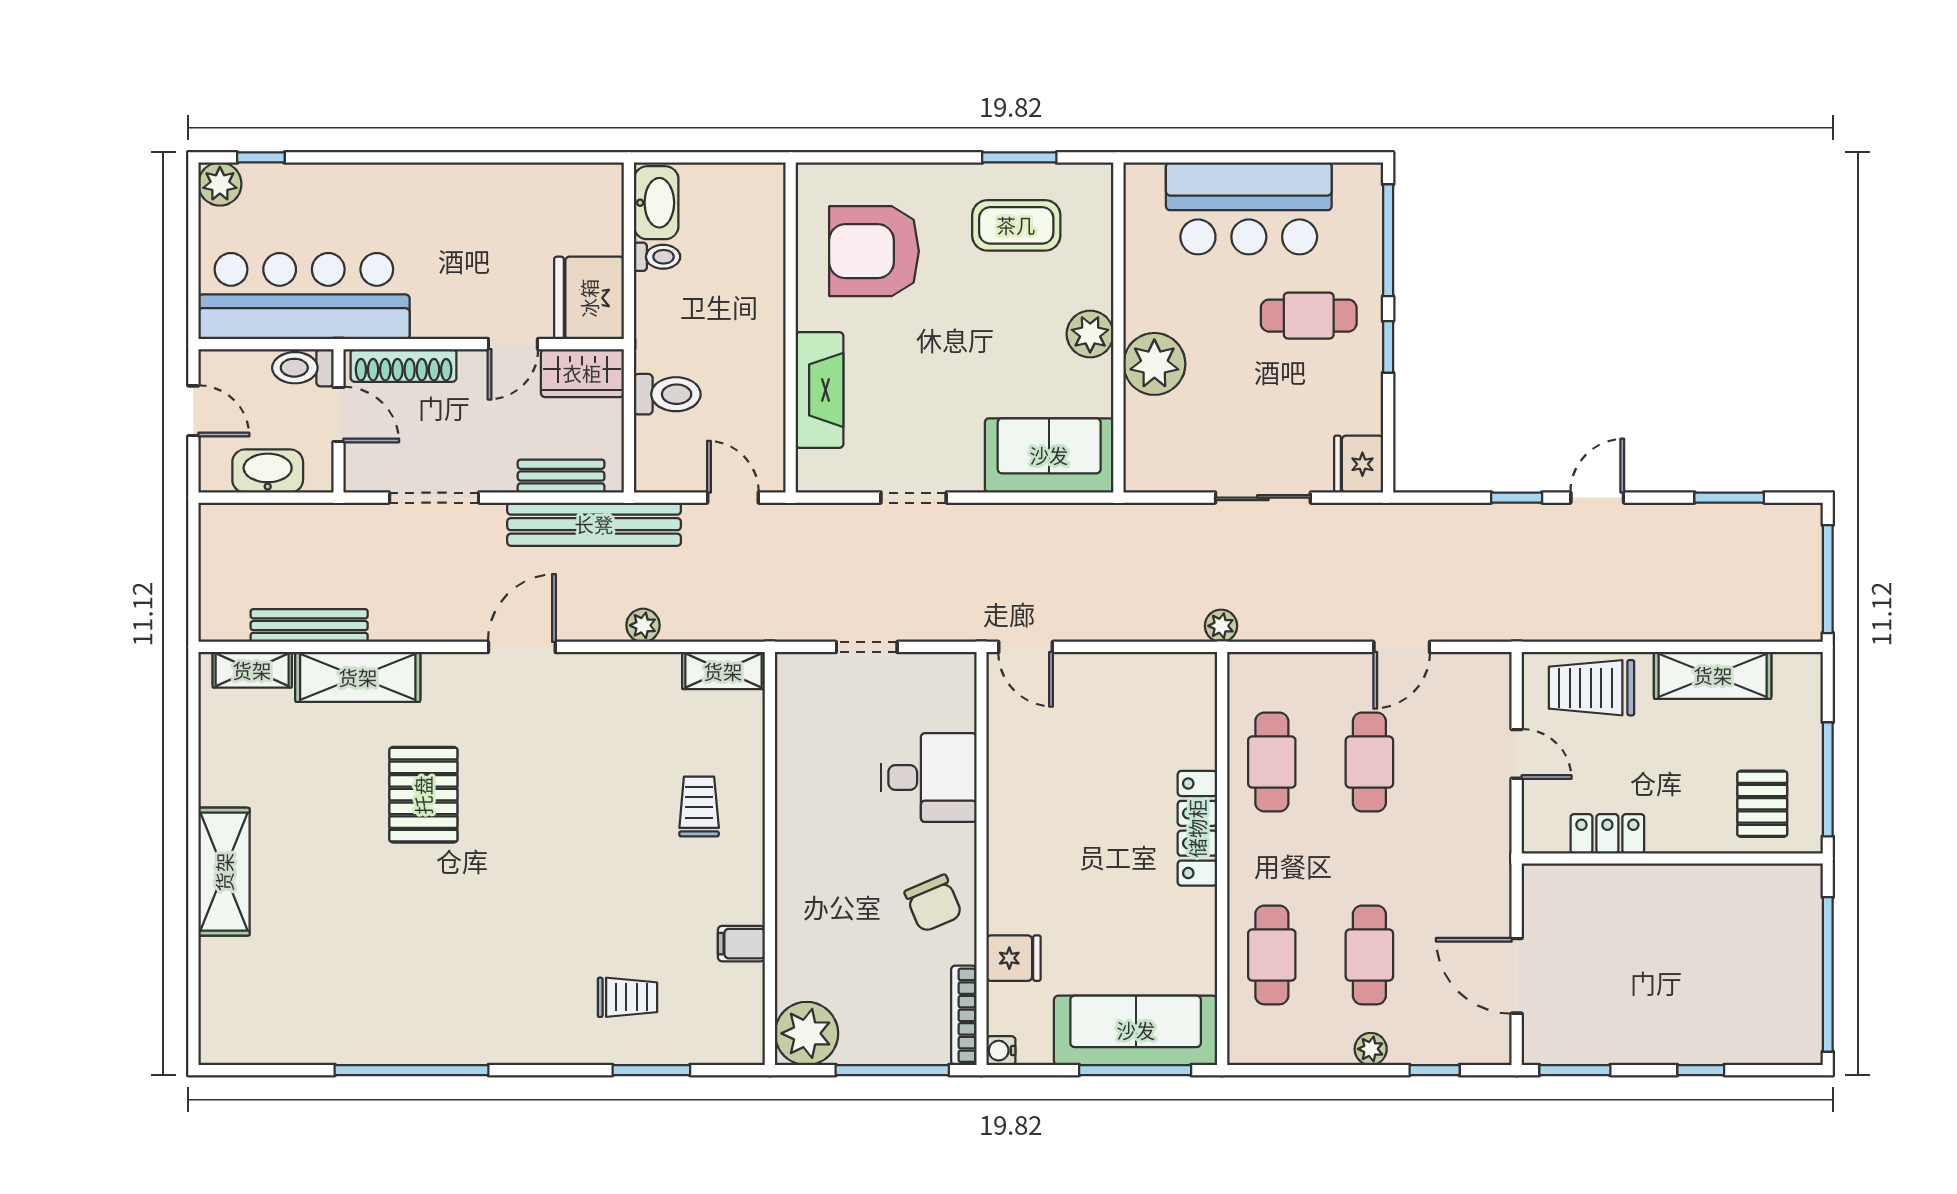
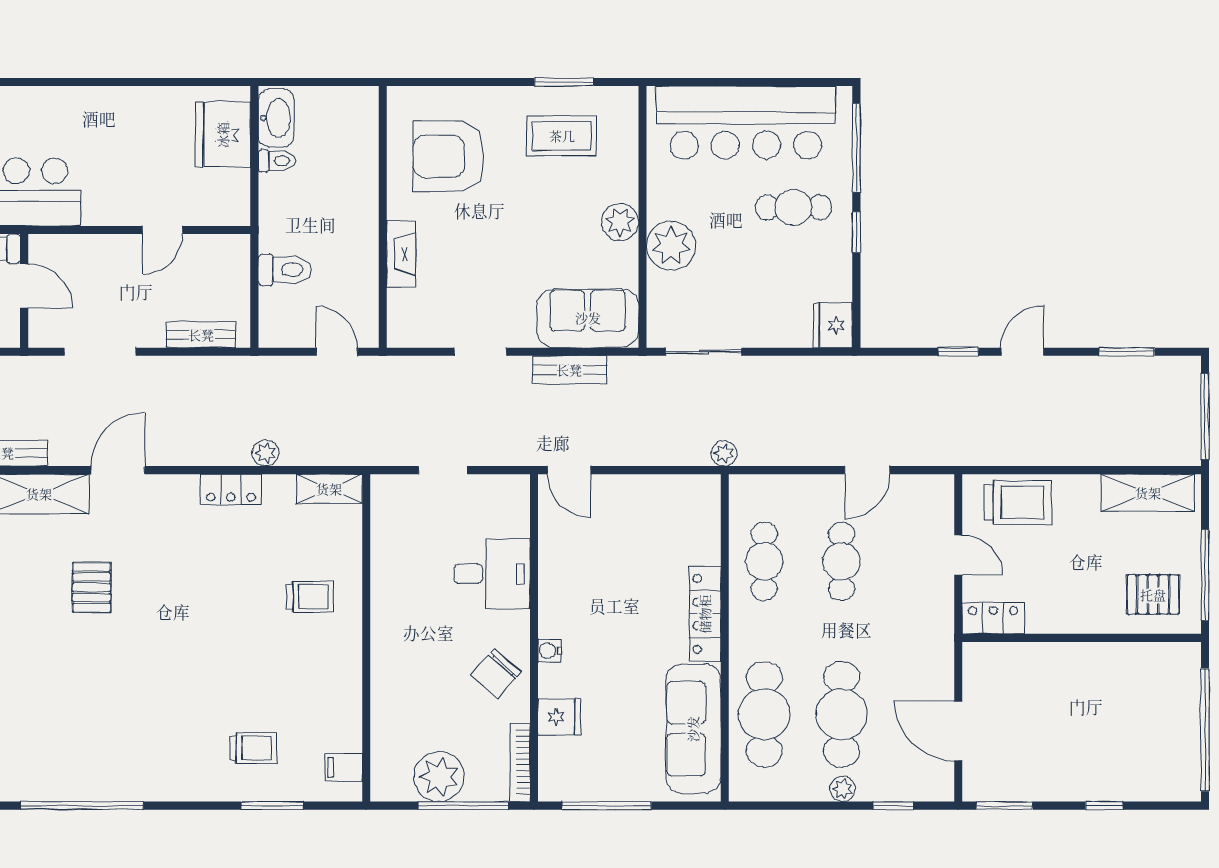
bar counter: (1249, 208) -> (746, 122), width x1.36
fridge: (589, 298) -> (223, 135), moved
shoe rack: (404, 365) -> (76, 247), removed
wardrobe: (582, 373) -> (218, 253), removed
fireplace: (820, 390) -> (401, 254), width x0.73, depth x0.76
sliding door: (1263, 498) -> (704, 352), moved
bench: (594, 524) -> (569, 370), moved, width x0.54, depth x0.82
door: (522, 647) -> (118, 470), moved
locker: (599, 671) -> (231, 489), added
shelving: (1713, 675) -> (1148, 493), moved
trolley: (1592, 688) -> (1018, 502), turned 180
pallet: (423, 795) -> (92, 587), width x0.67, depth x0.71
pallet: (1762, 804) -> (1153, 595), turned 90
trolley: (699, 806) -> (310, 597), turned 90
locker: (1607, 834) -> (993, 618), moved
chair: (933, 903) -> (496, 674), turned 65
filing cabinet: (741, 944) -> (344, 767), moved
cafe table: (1272, 955) -> (764, 714), width x1.37, depth x1.35
cafe table: (1369, 955) -> (842, 714), width x1.37, depth x1.35
sofa: (1136, 1030) -> (693, 729), moved, turned -90
plant: (807, 1033) -> (439, 777), moved
water cooler: (1001, 1051) -> (549, 651), moved
window: (1135, 1070) -> (607, 806), moved

